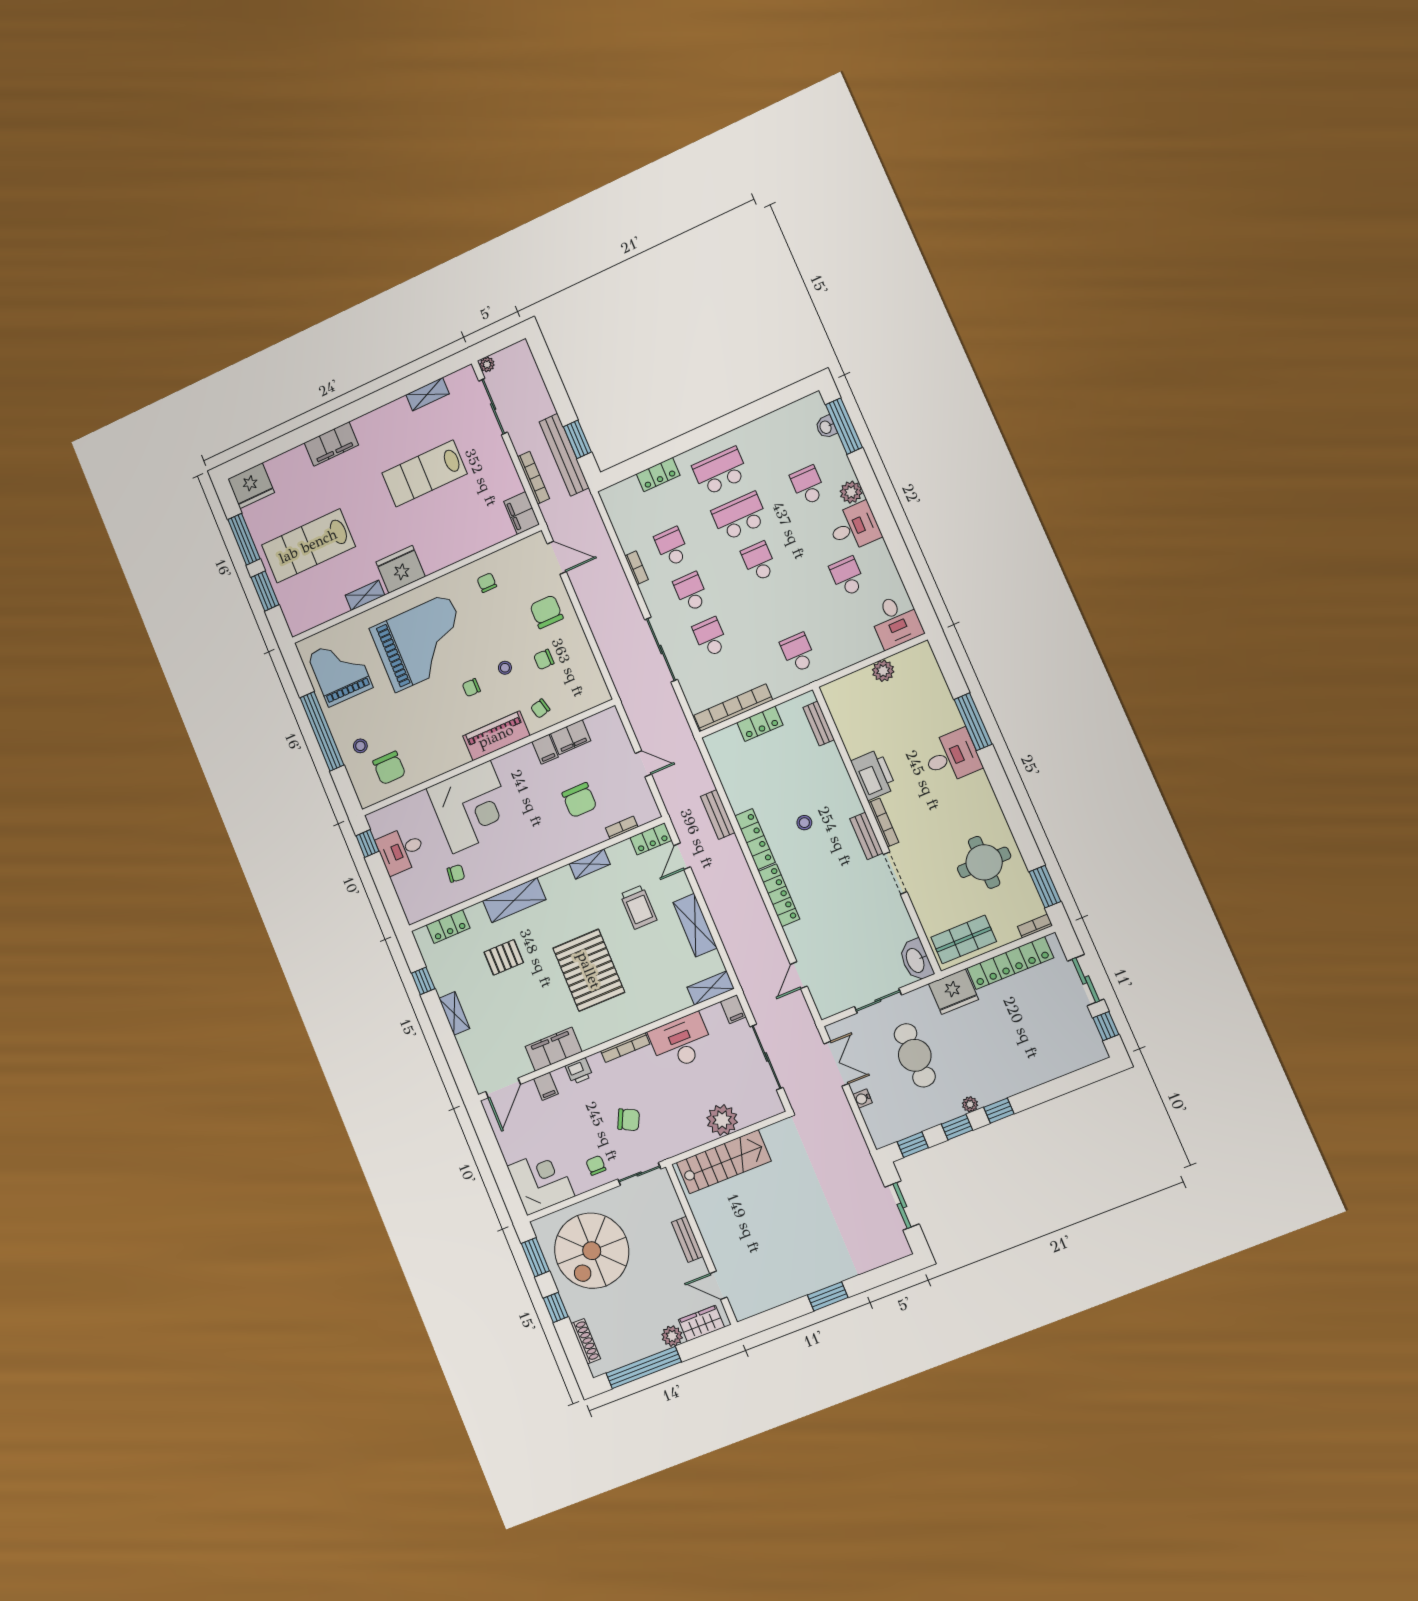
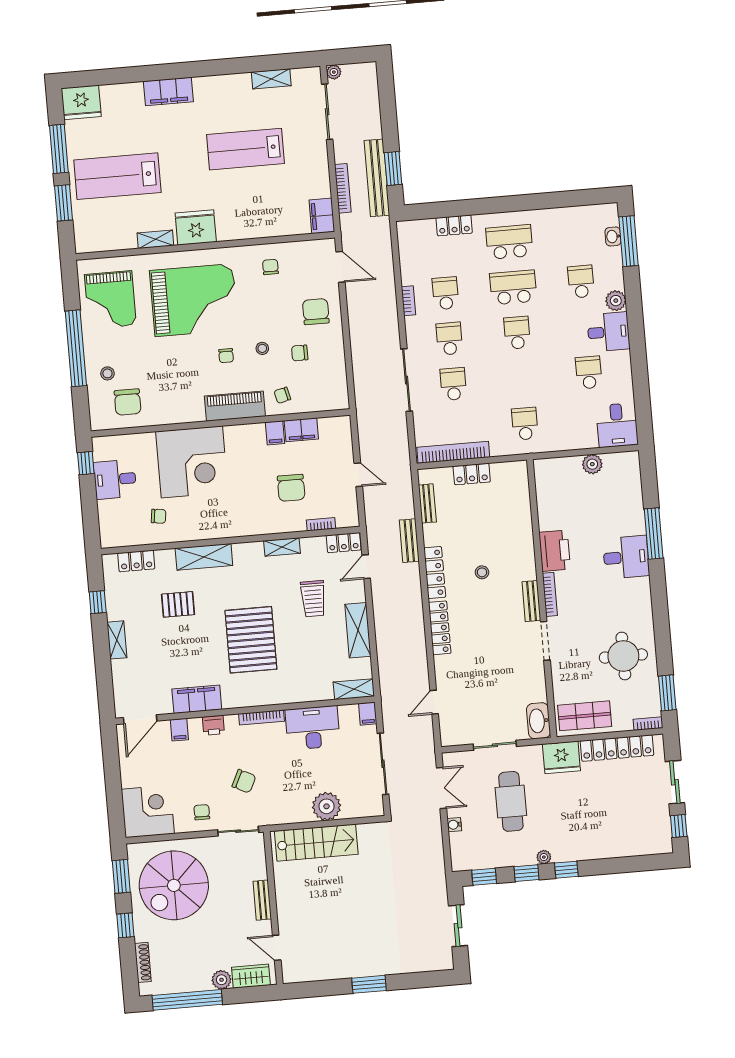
grand piano: (340, 671) -> (110, 300), turned 180
chair: (471, 688) -> (226, 356), turned -90
bench: (819, 724) -> (427, 503), moved

